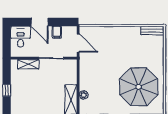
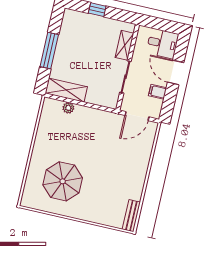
door: (40, 22) -> (176, 72), hinge flipped
parasol: (139, 87) -> (63, 181), width x0.73, depth x0.73

